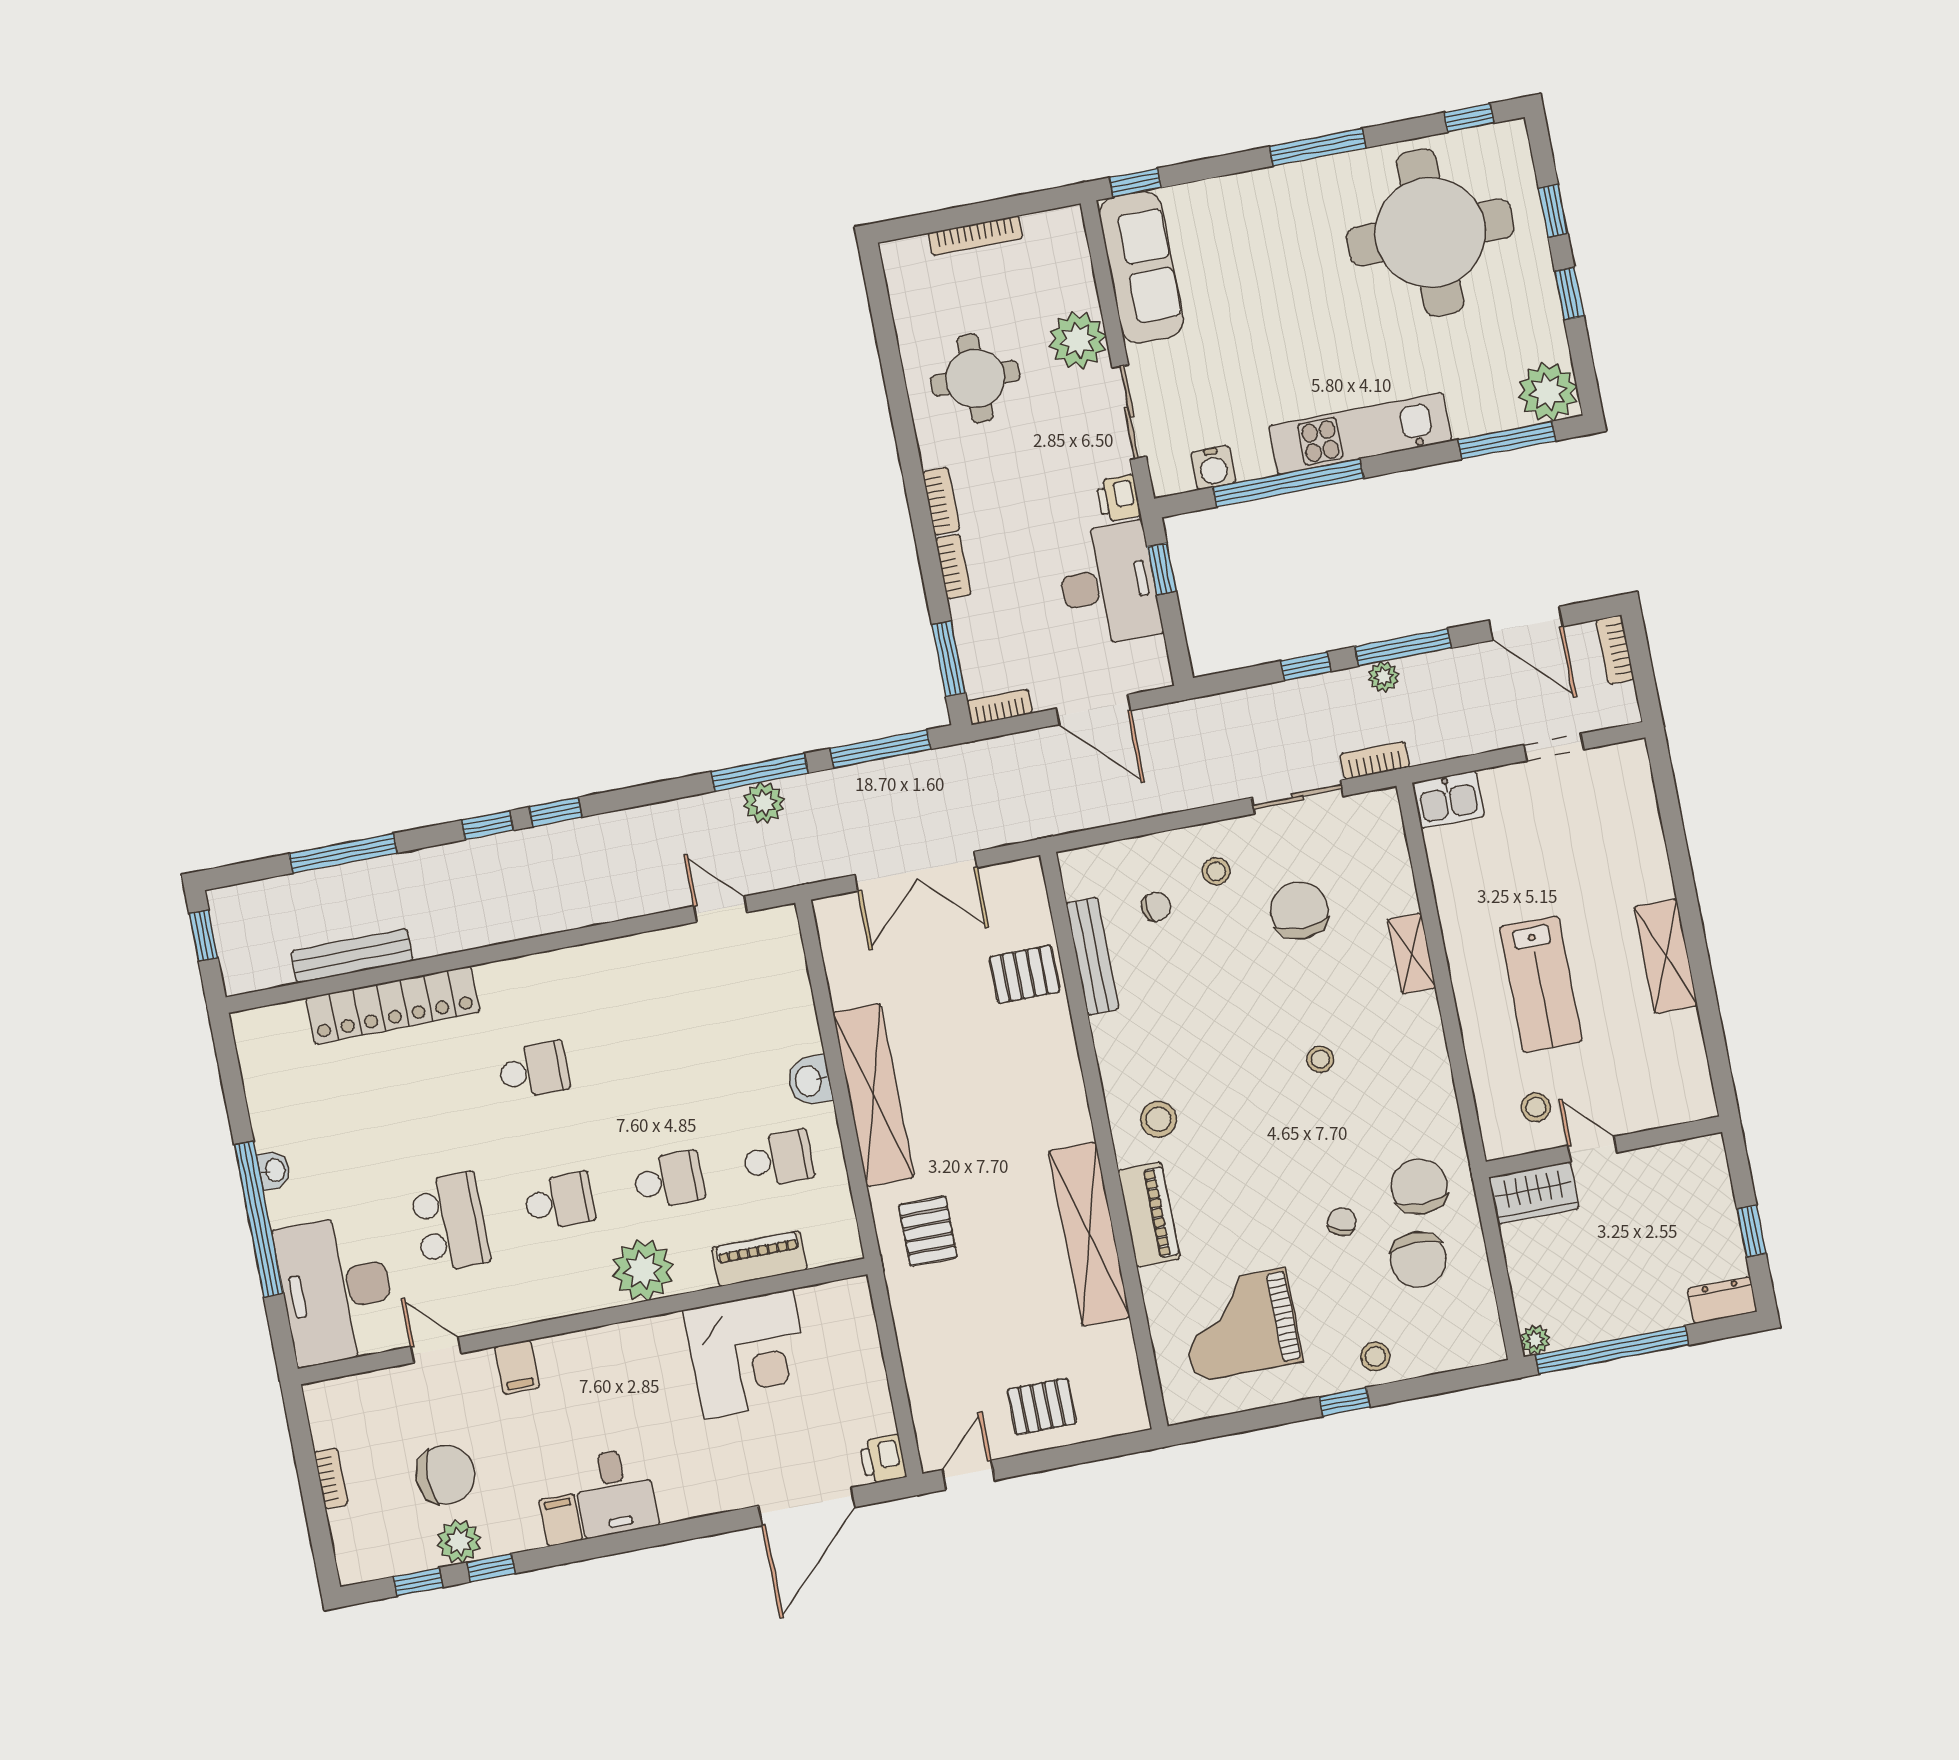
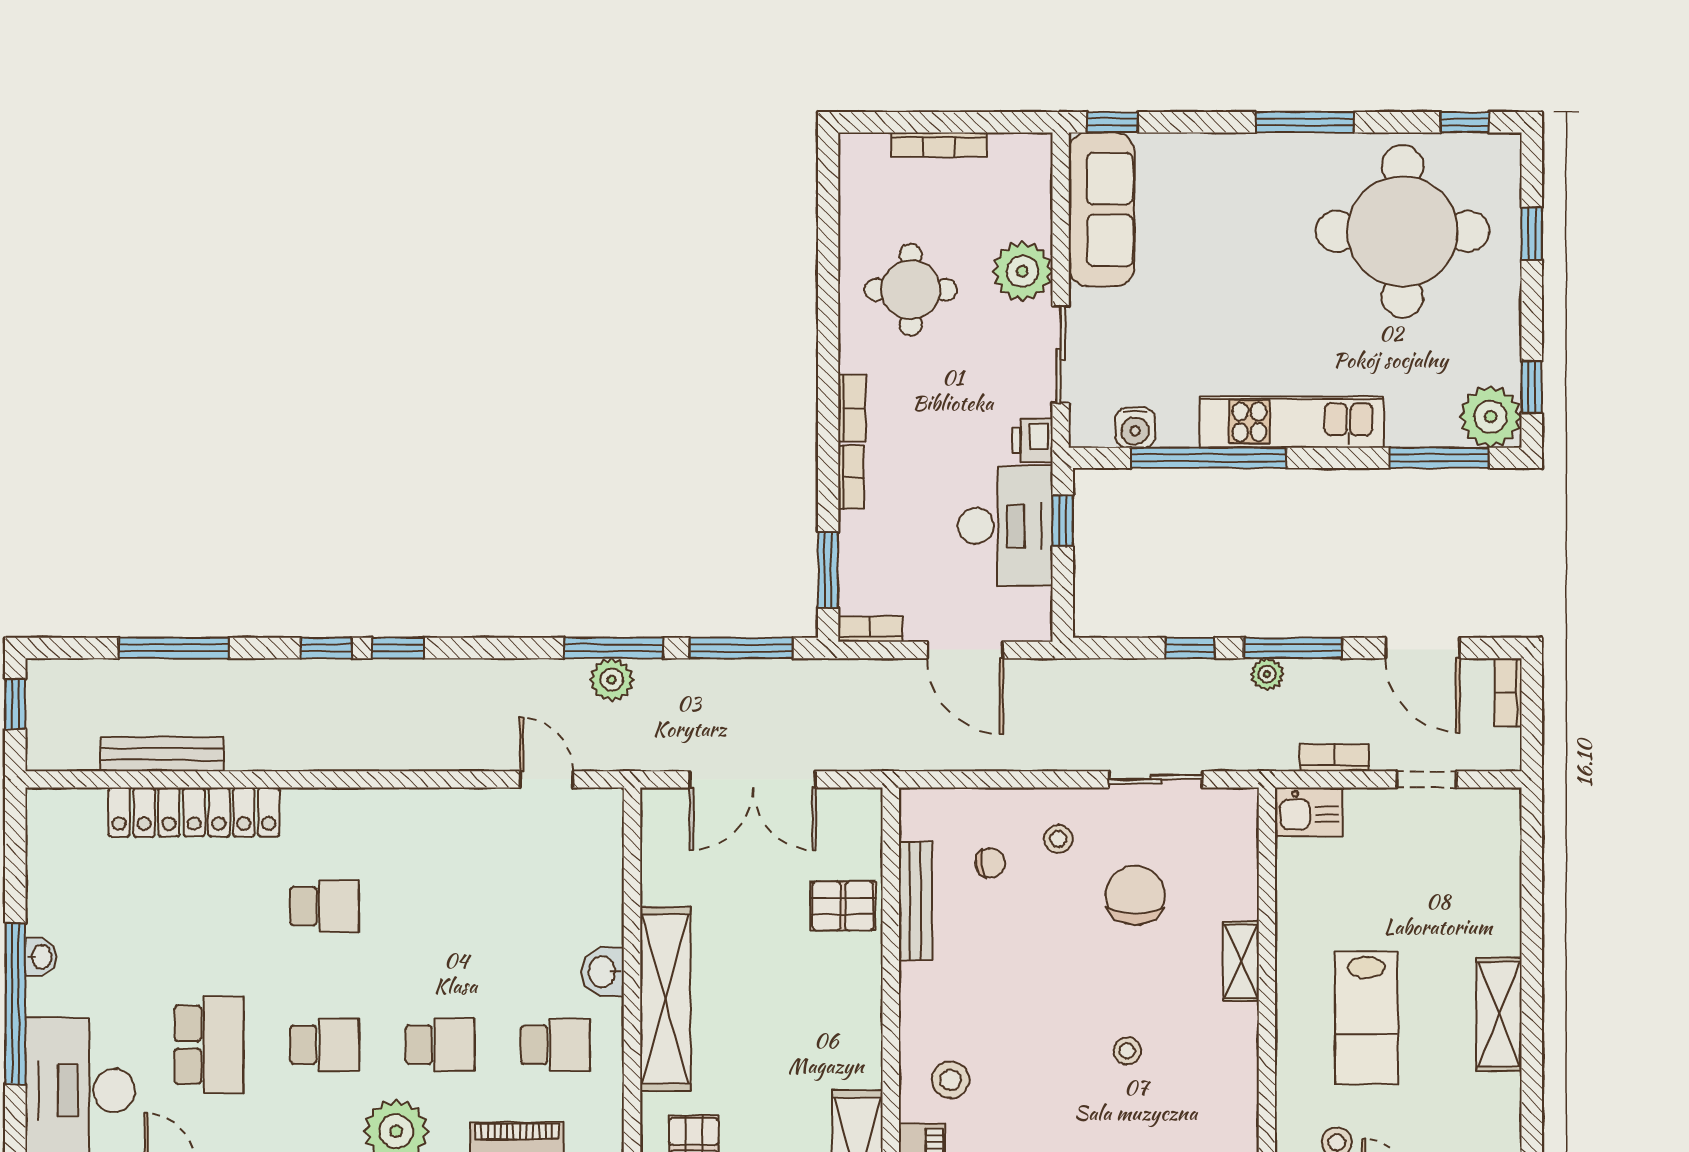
window: (1569, 294) -> (1532, 387), moved
bookcase: (1375, 760) -> (1334, 758), moved

